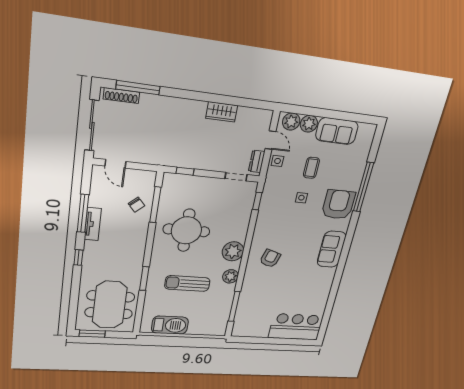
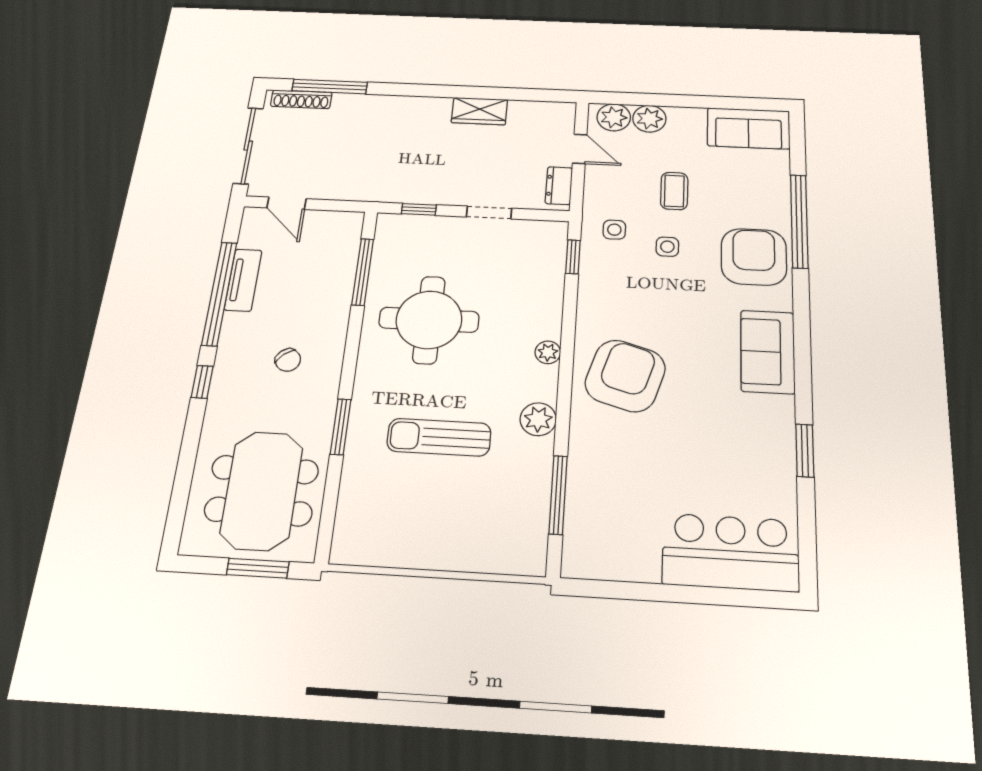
sofa: (337, 131) -> (748, 128), moved
side table: (278, 161) -> (614, 230), moved
doorway: (236, 177) -> (489, 213), moved
chair: (137, 205) -> (288, 360), moved
window: (83, 213) -> (219, 293), width x1.46
tv unit: (93, 224) -> (243, 280), moved
plant: (233, 251) -> (548, 352), width x0.53, depth x0.53
armchair: (270, 258) -> (625, 376), width x1.88, depth x1.88
window: (334, 290) -> (805, 450), added
barbecue: (170, 325) -> (403, 545), removed
window: (92, 334) -> (258, 568), moved

